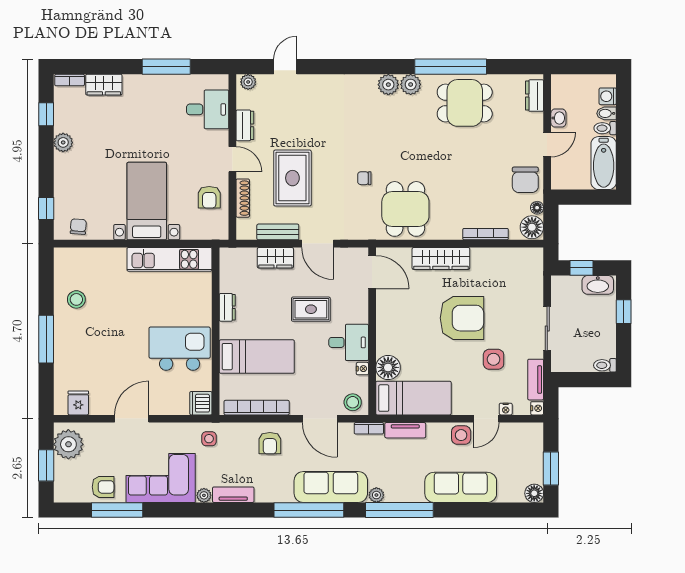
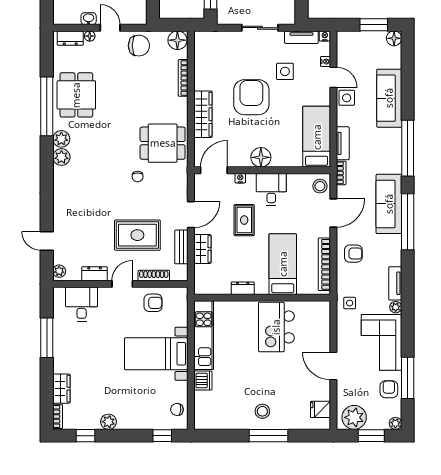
floor lamp: (537, 208) -> (90, 36), moved
stool: (76, 299) -> (262, 411), moved
floor lamp: (388, 367) -> (261, 157), moved
nightstand: (362, 369) -> (240, 178), moved
dishwasher: (201, 403) -> (203, 381), moved, turned -90
plant: (376, 495) -> (395, 423), moved

